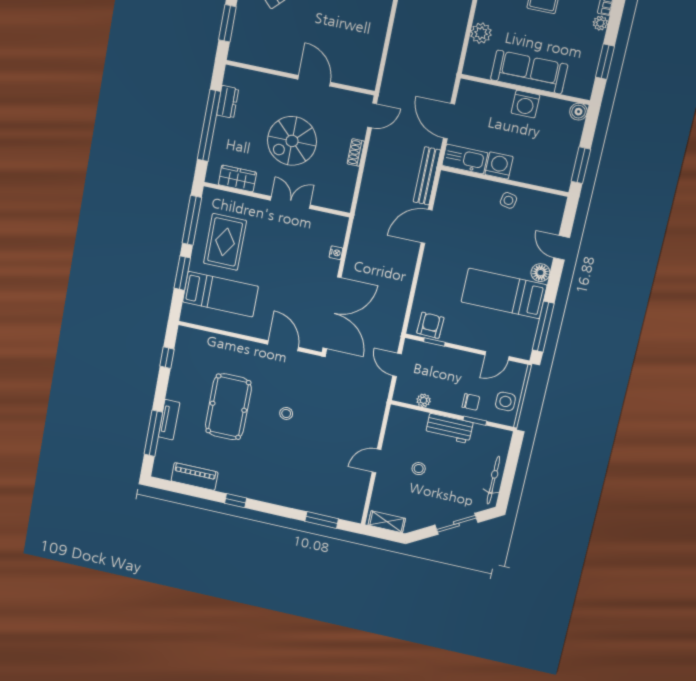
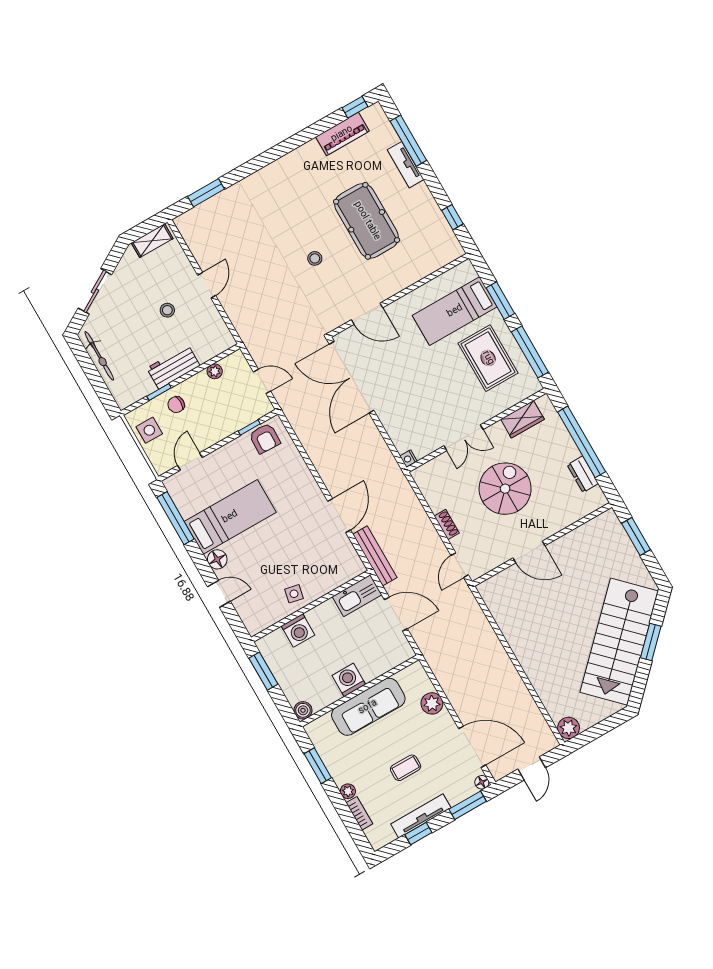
washing machine: (499, 166) -> (298, 630), moved
nightstand: (336, 253) -> (408, 458), moved
window: (236, 501) -> (355, 107), moved

